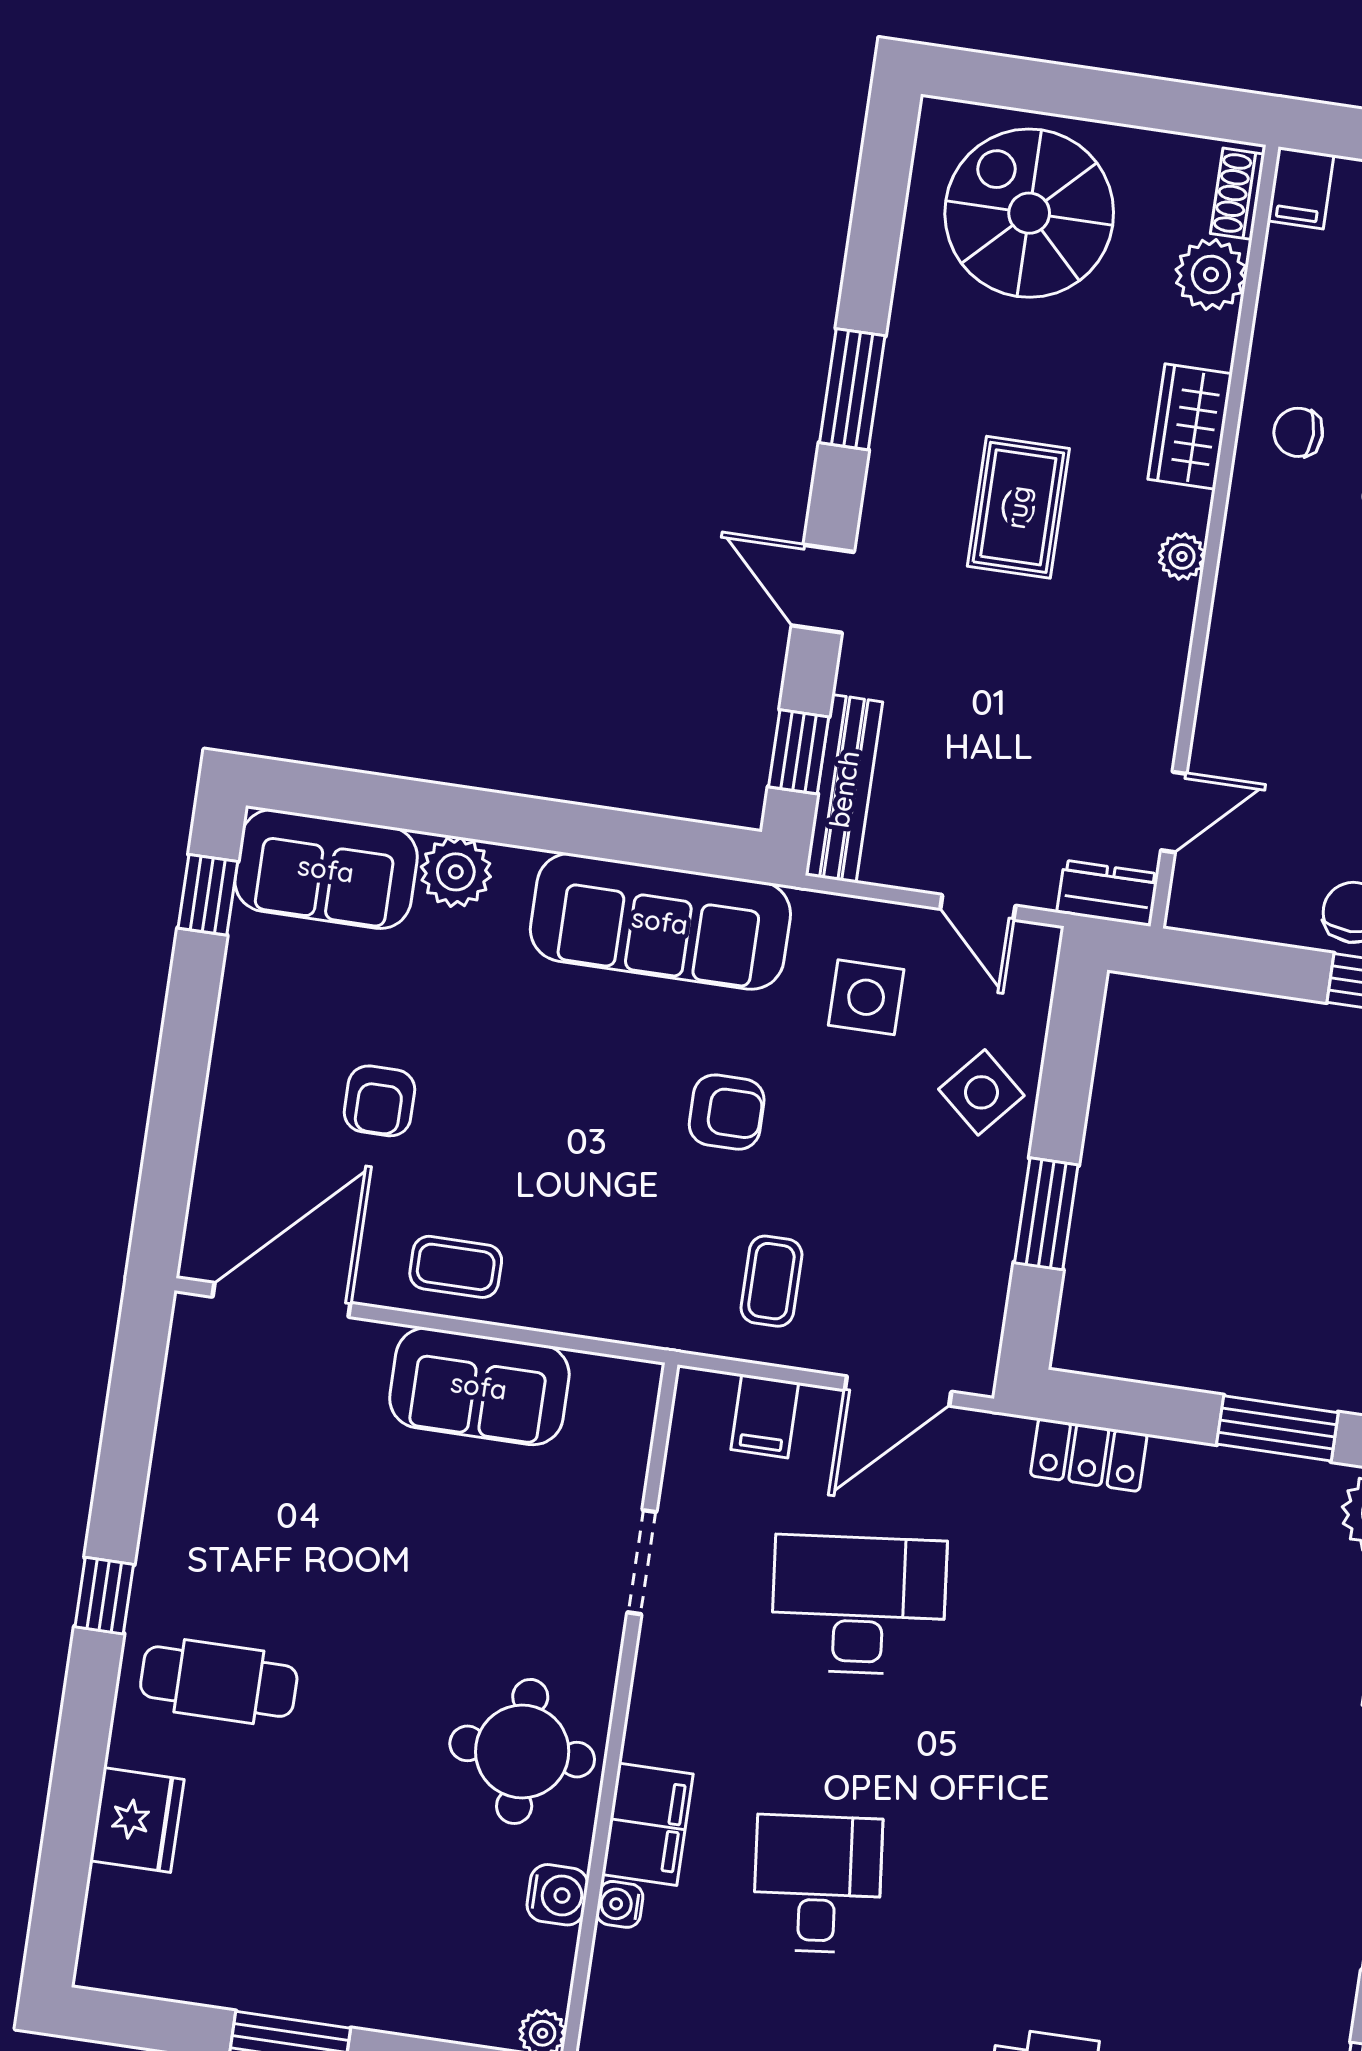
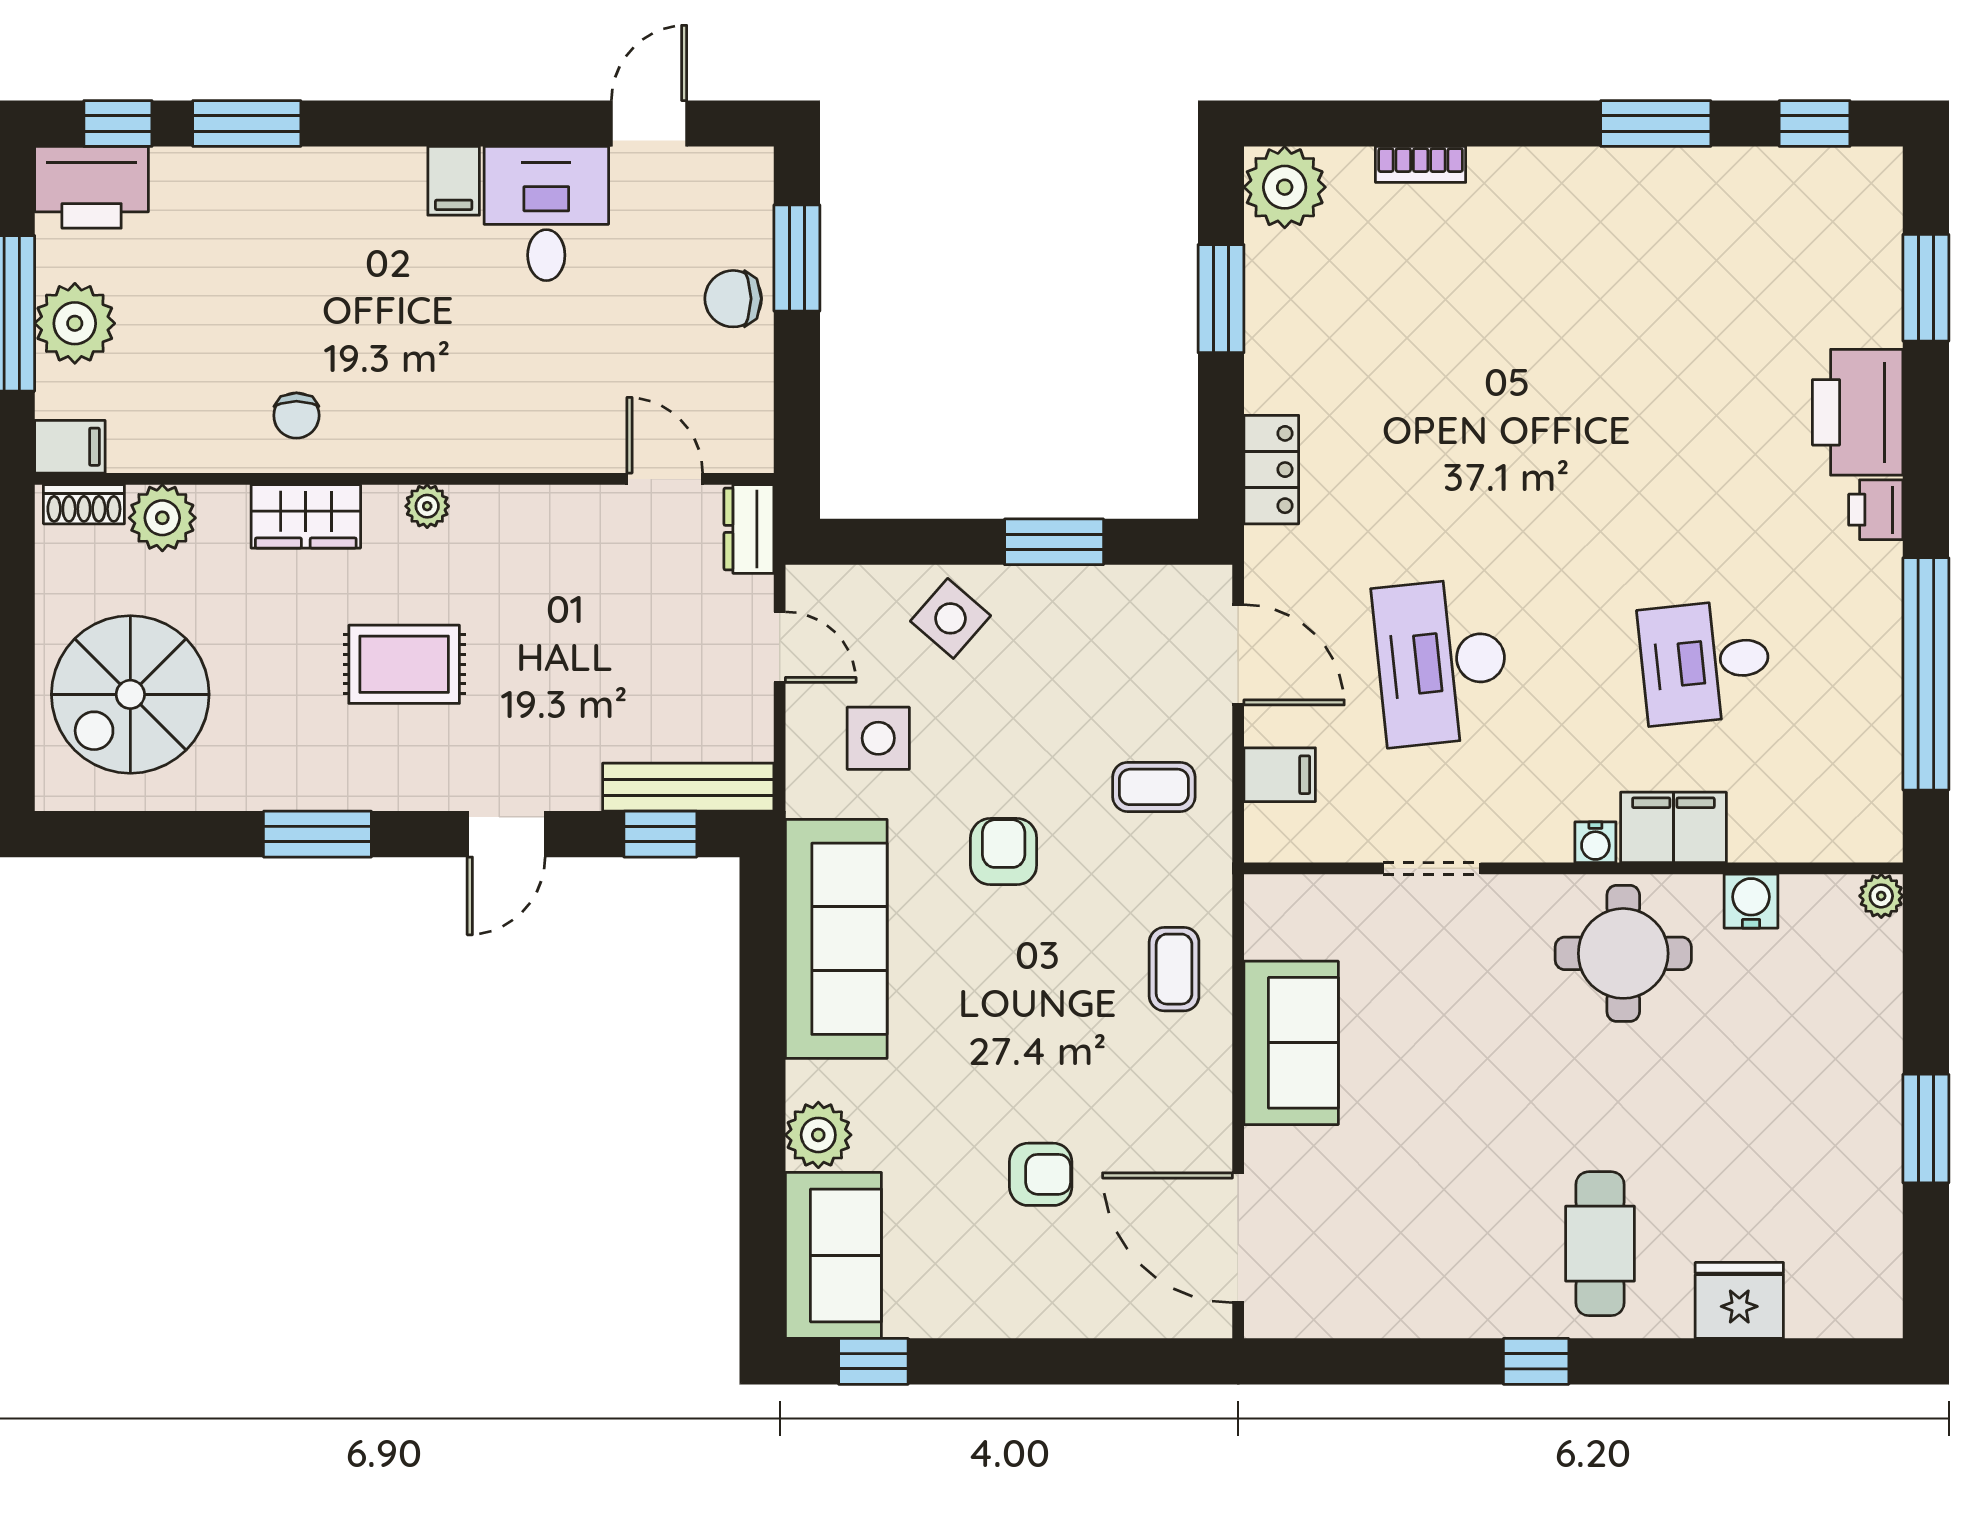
door: (978, 907) -> (780, 647), hinge flipped
coffee table: (456, 1267) -> (1174, 969), moved
water cooler: (620, 1904) -> (1595, 842), moved

